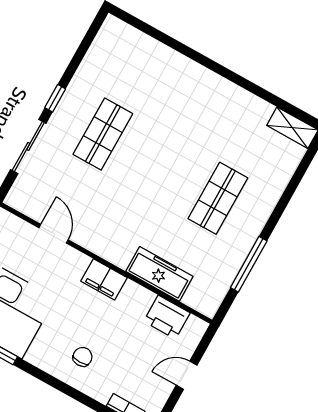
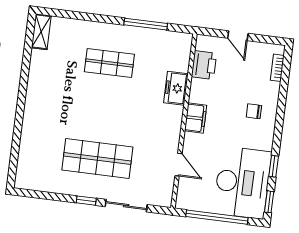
shop shelf: (103, 134) -> (97, 158), width x1.43, depth x1.36
door: (54, 234) -> (178, 165), swing flipped
freezer: (159, 274) -> (176, 88), width x0.71

